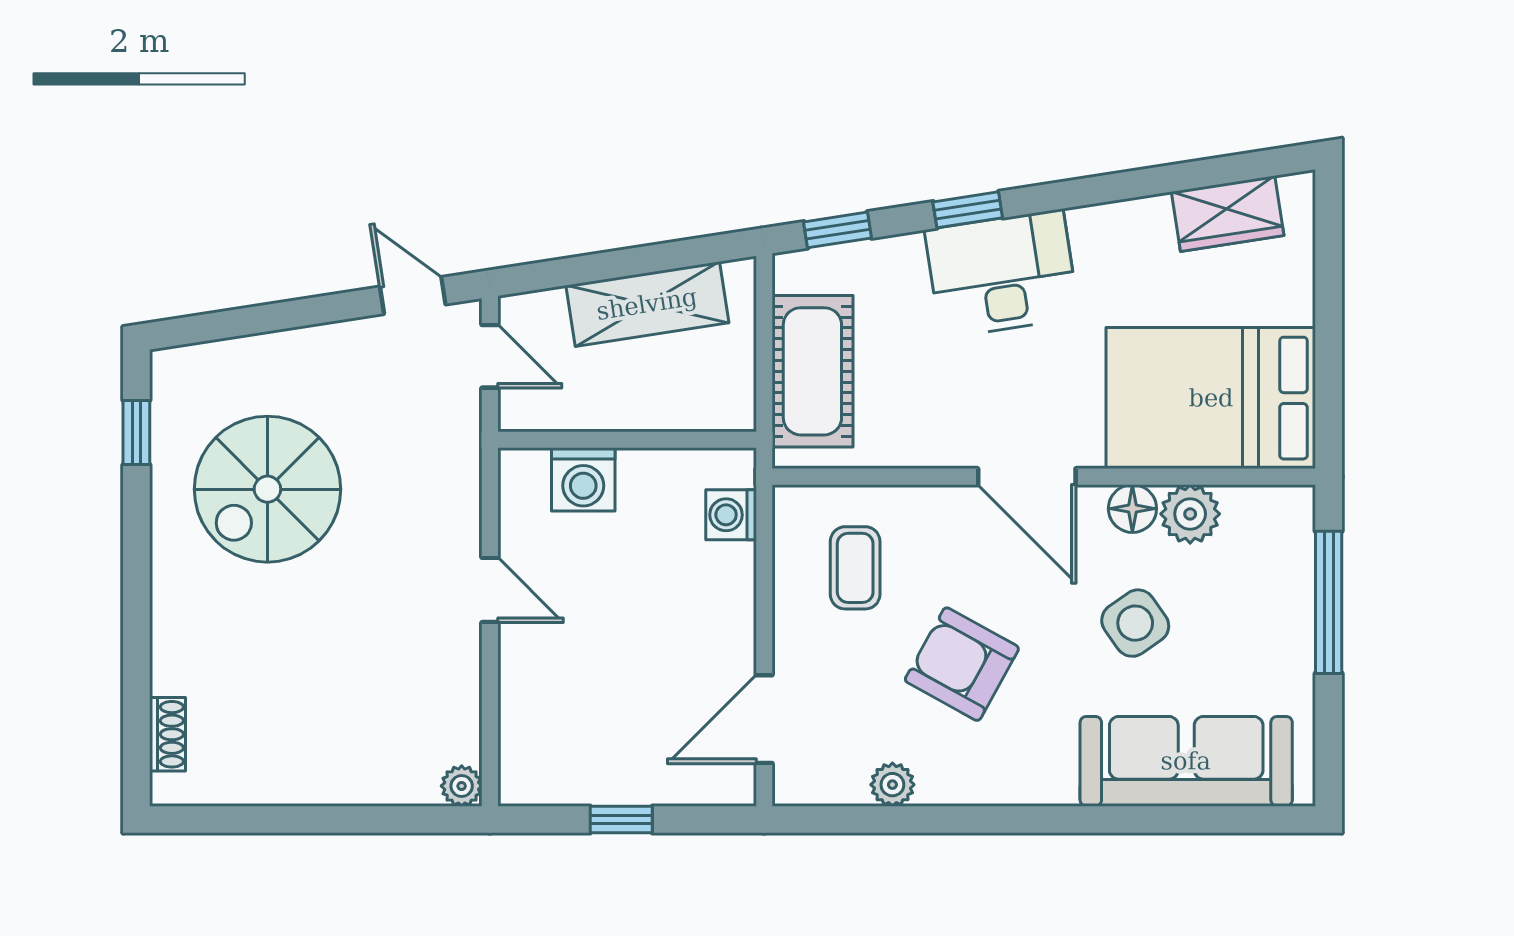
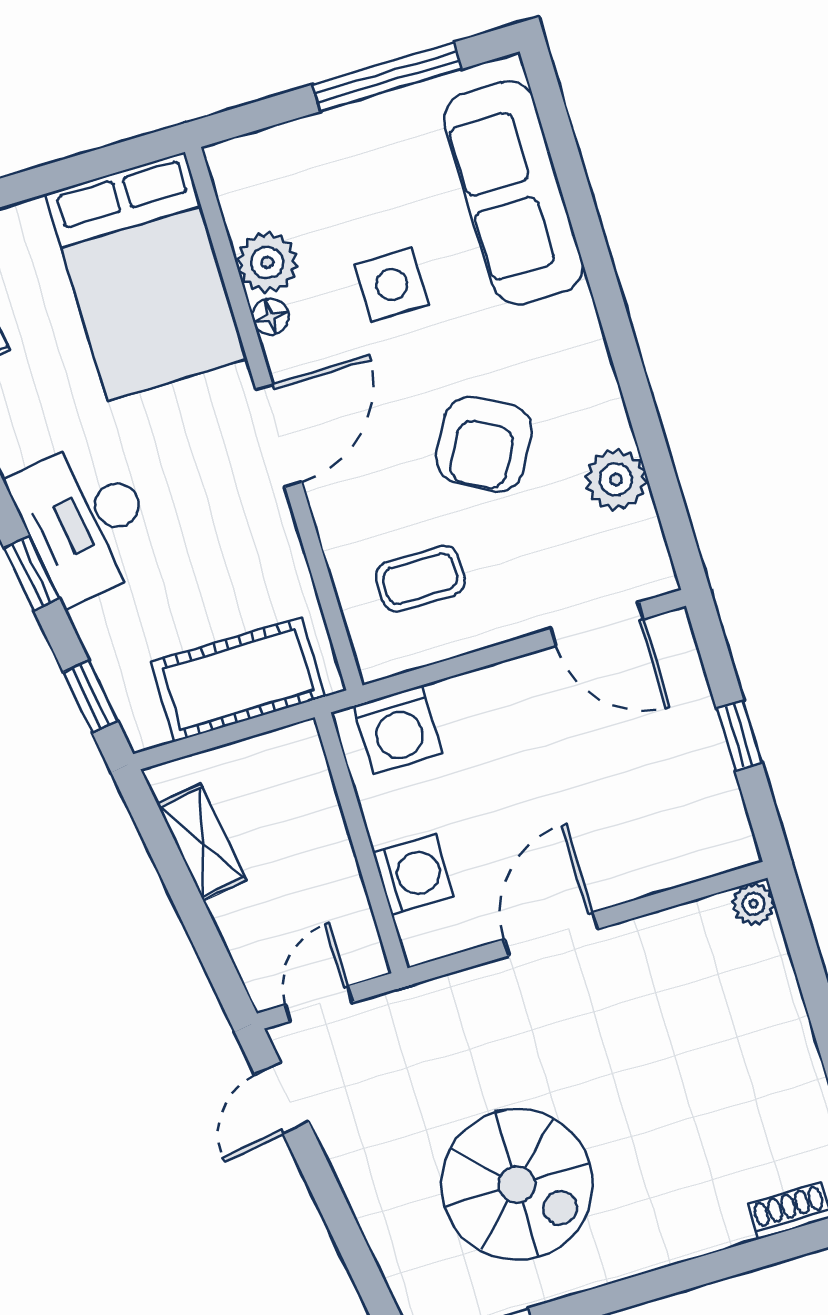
shelving: (647, 304) -> (202, 842), width x0.67, depth x0.75
floor lamp: (1132, 509) -> (271, 317), width x0.73, depth x0.73
washing machine: (731, 515) -> (398, 730), width x1.38, depth x1.38
door: (490, 590) -> (551, 934), width x1.38
window: (1329, 602) -> (387, 77), moved
side table: (1135, 623) -> (392, 284), turned 35
plant: (892, 785) -> (616, 479), width x1.38, depth x1.38

